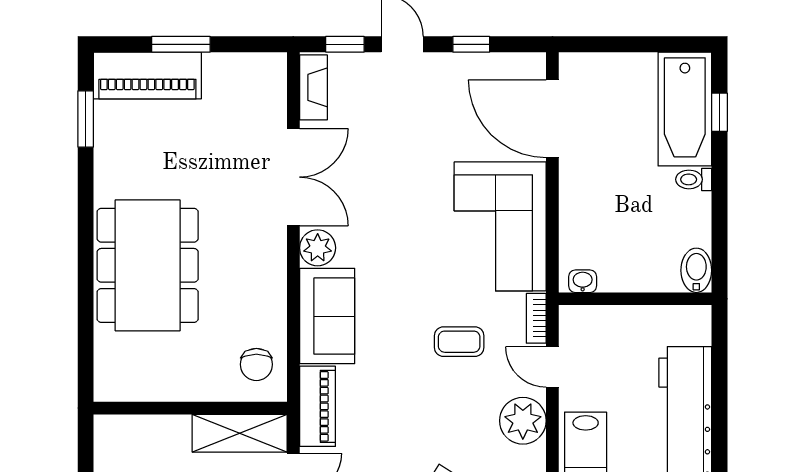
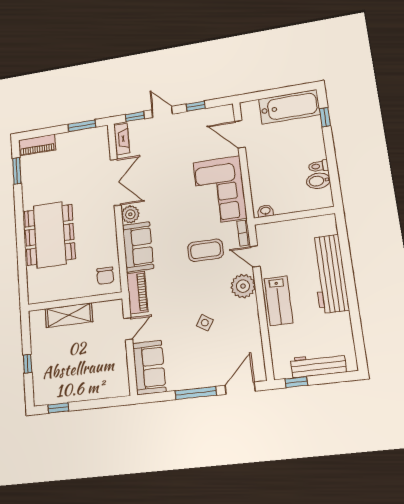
window: (181, 44) -> (82, 126), moved
piano: (147, 76) -> (37, 145), width x0.73, depth x0.75
bathtub: (685, 109) -> (289, 107), moved, turned -90
door: (552, 119) -> (240, 134), width x0.73
toilet: (694, 179) -> (318, 166), moved
bidet: (696, 270) -> (318, 181), moved, turned -90
coffee table: (459, 342) -> (205, 250), width x1.36, depth x1.30
shelving: (240, 433) -> (69, 315), moved

